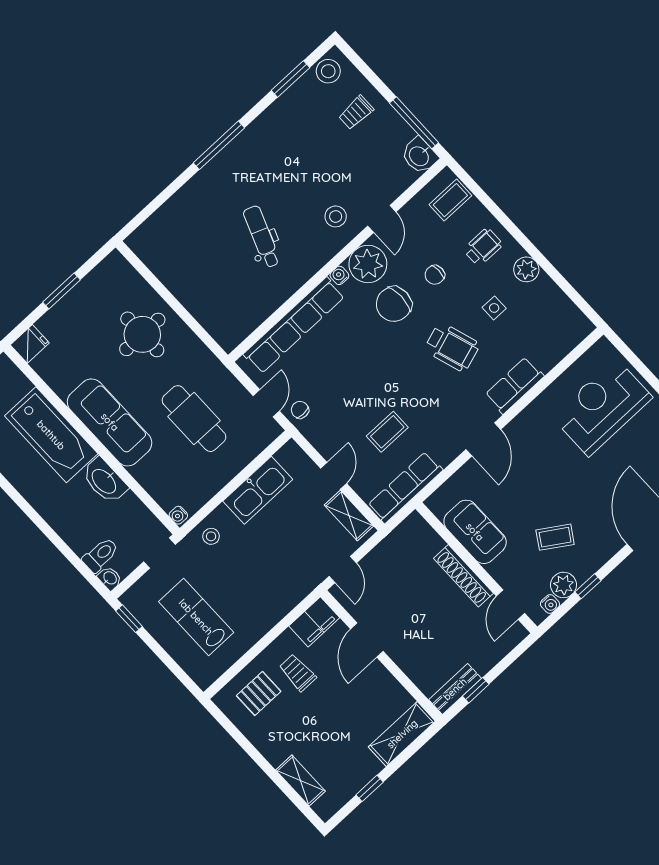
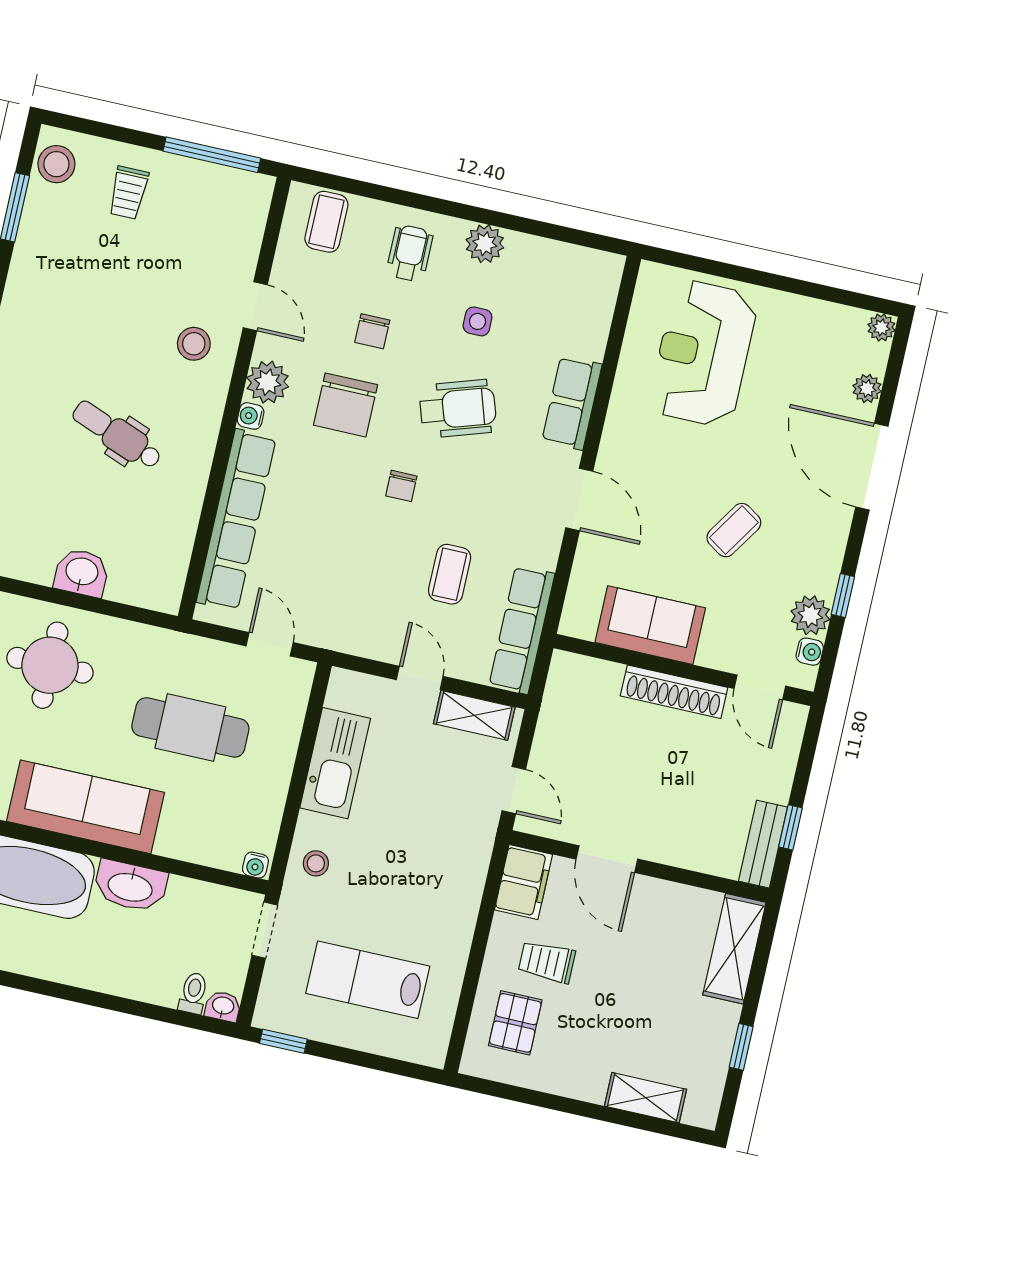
washbasin: (419, 156) -> (82, 573), moved, turned 180
plant: (368, 264) -> (268, 382), width x0.73, depth x0.73
chair: (300, 410) -> (401, 486), moved, turned -90
coffee table: (555, 537) -> (734, 530), moved
toilet: (100, 555) -> (193, 993), width x0.73, depth x0.72

